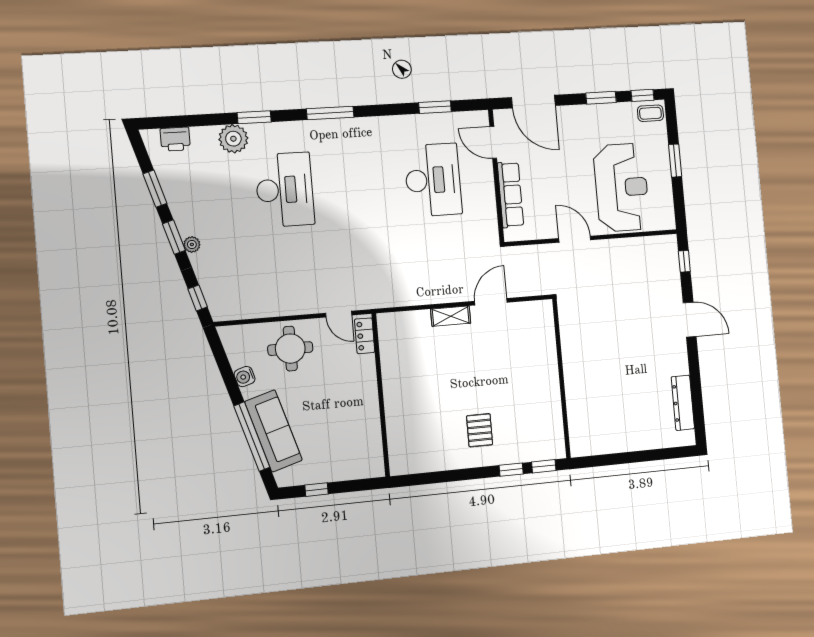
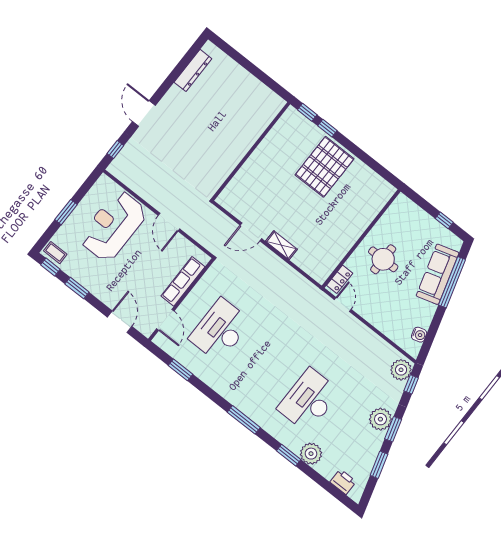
door: (533, 102) -> (120, 322), width x0.73
plant: (192, 244) -> (380, 419), width x1.88, depth x1.88
plant: (221, 303) -> (401, 370), added
round table: (290, 349) -> (383, 259), moved
water cooler: (245, 377) -> (419, 335), moved
pallet: (480, 430) -> (325, 167), width x2.05, depth x2.00

